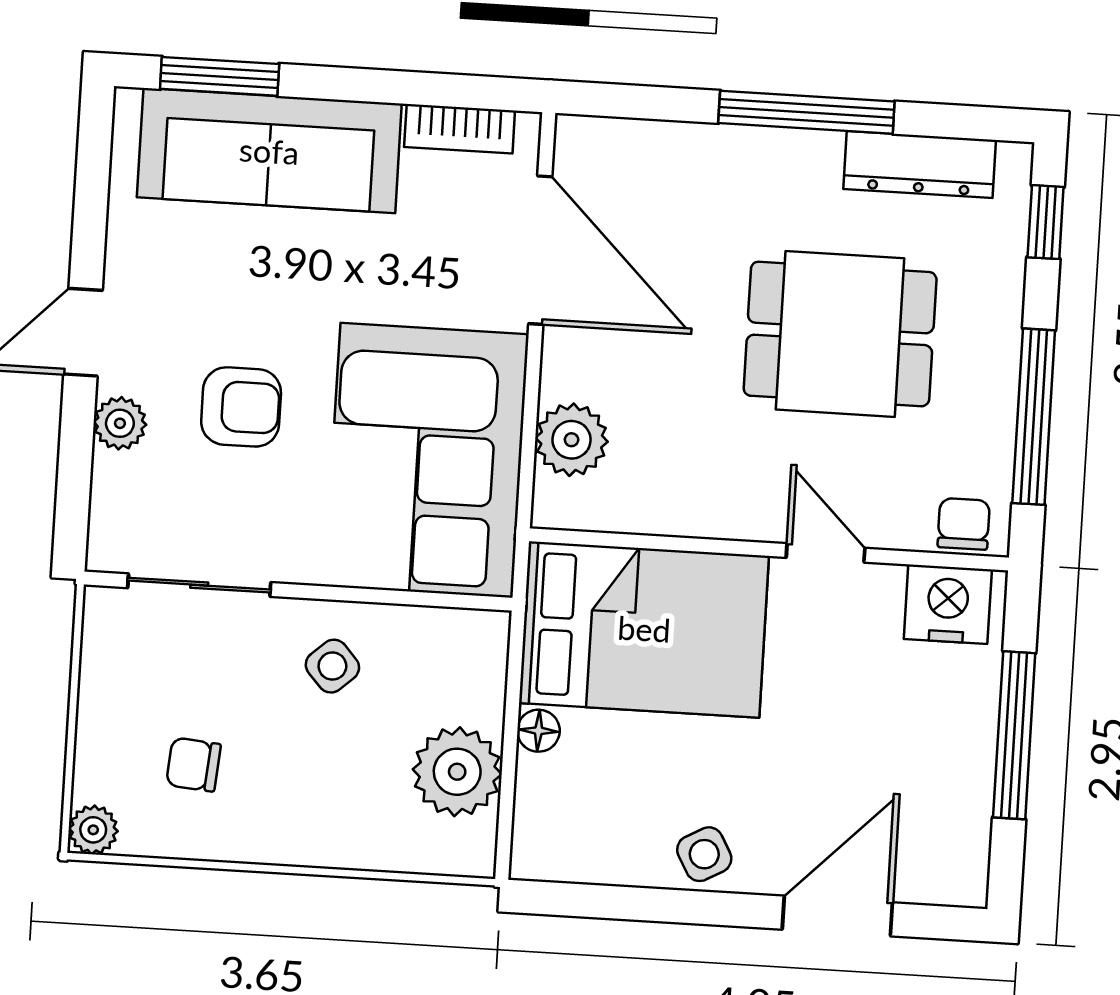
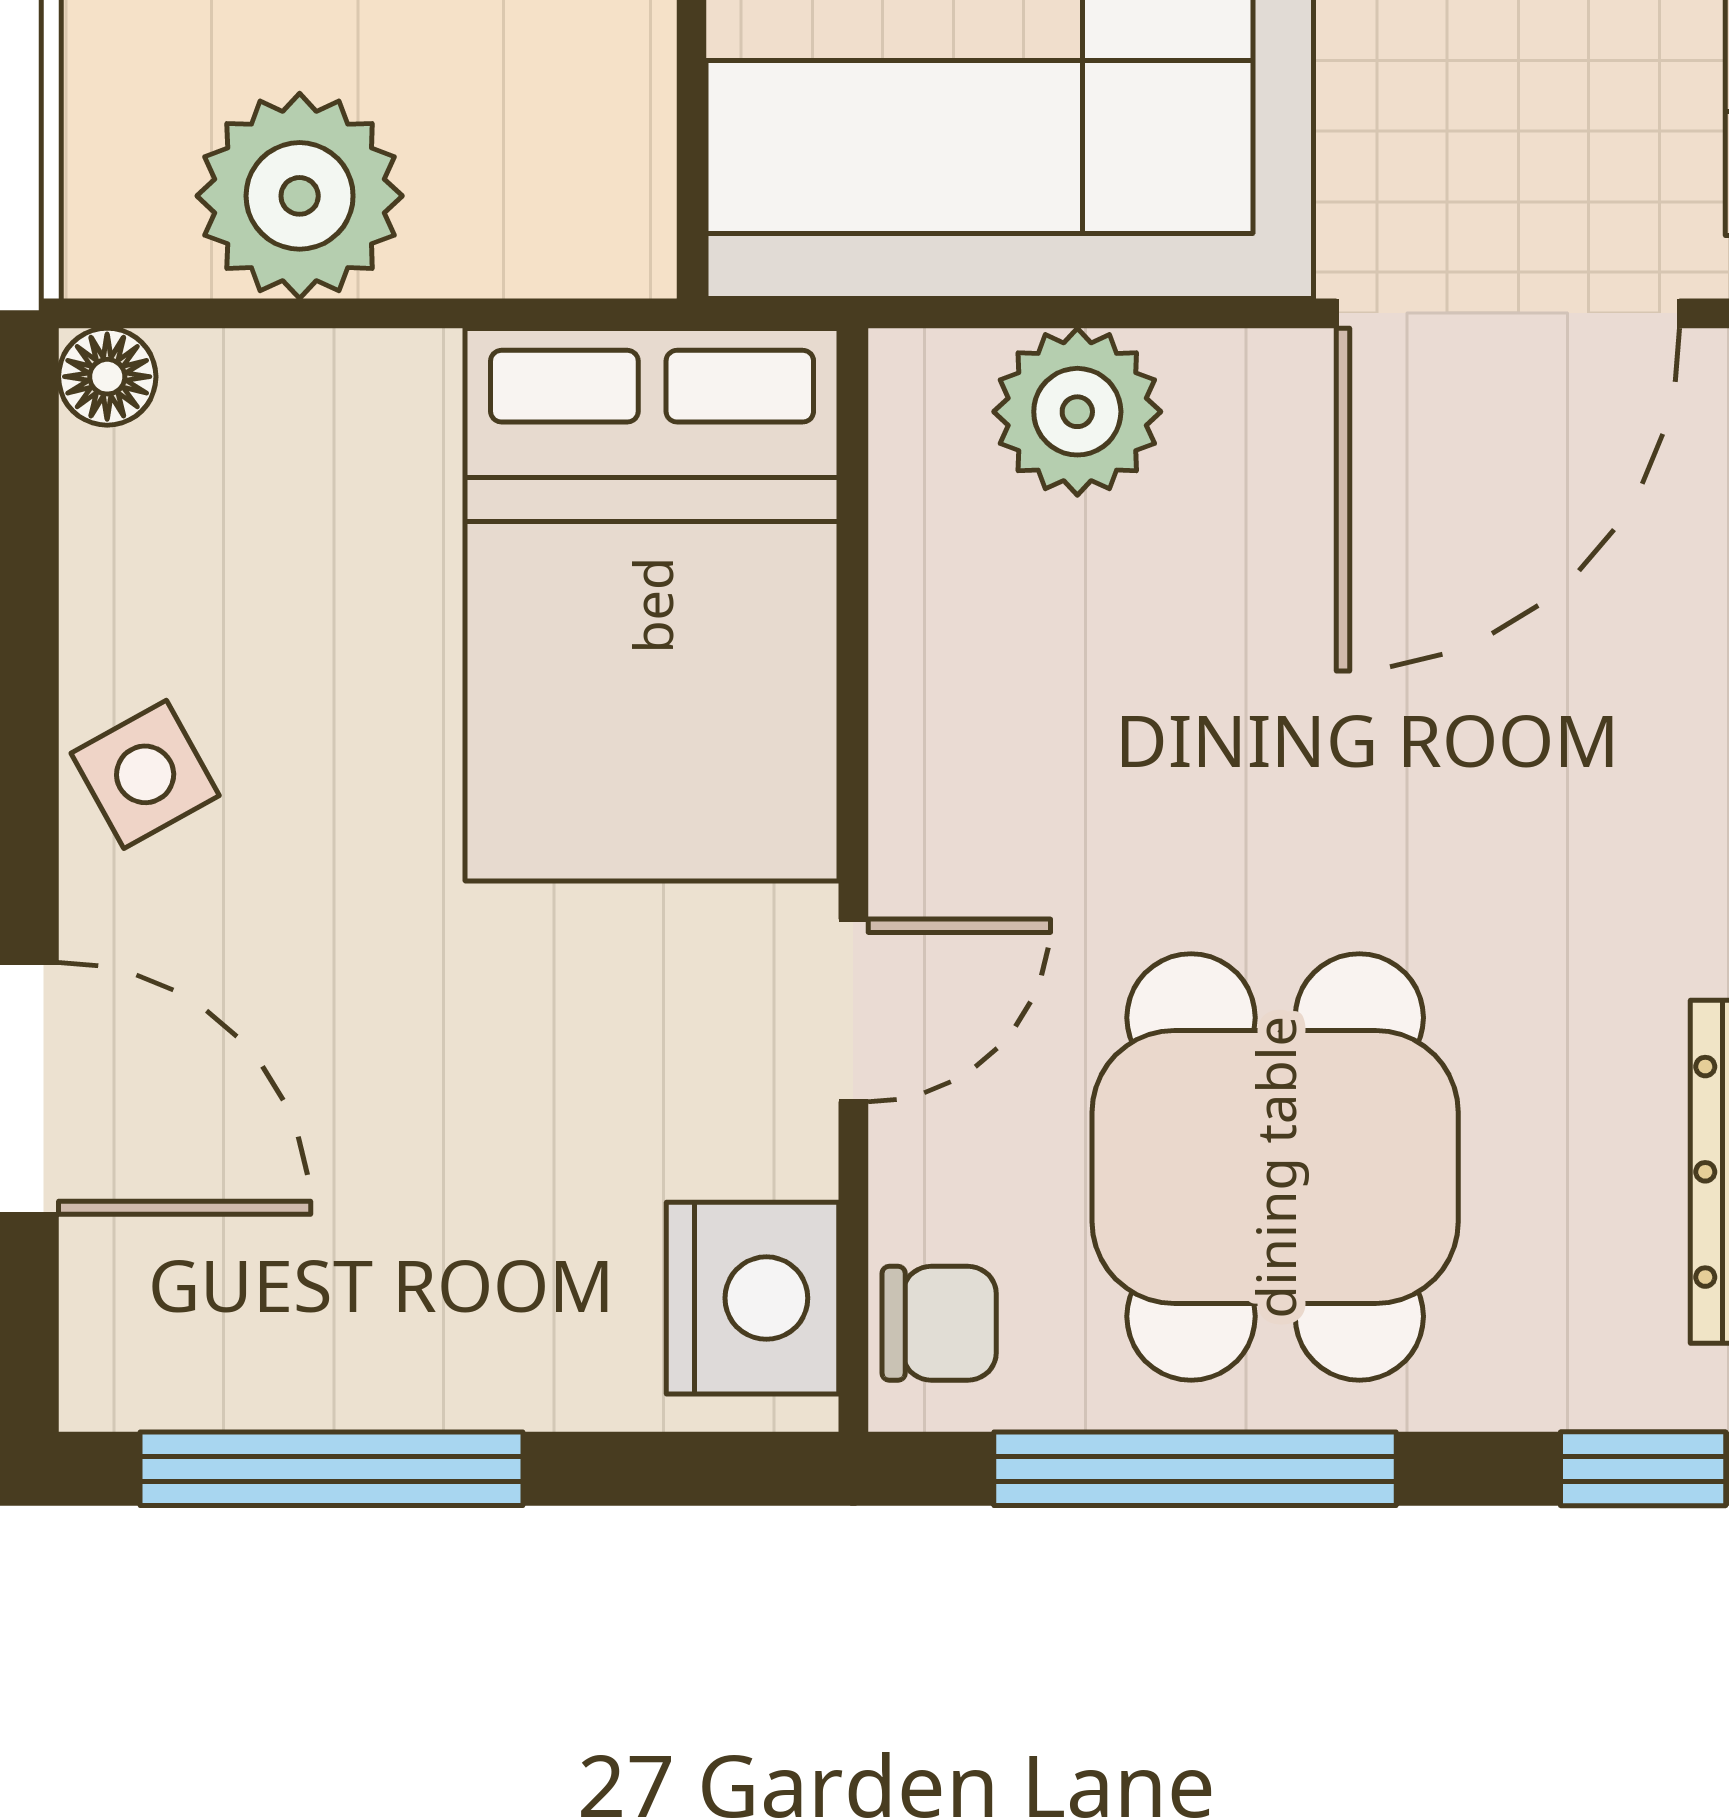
dining table: (840, 334) -> (1275, 1167), moved
floor lamp: (538, 731) -> (107, 377), moved
window: (1014, 735) -> (331, 1469), moved

